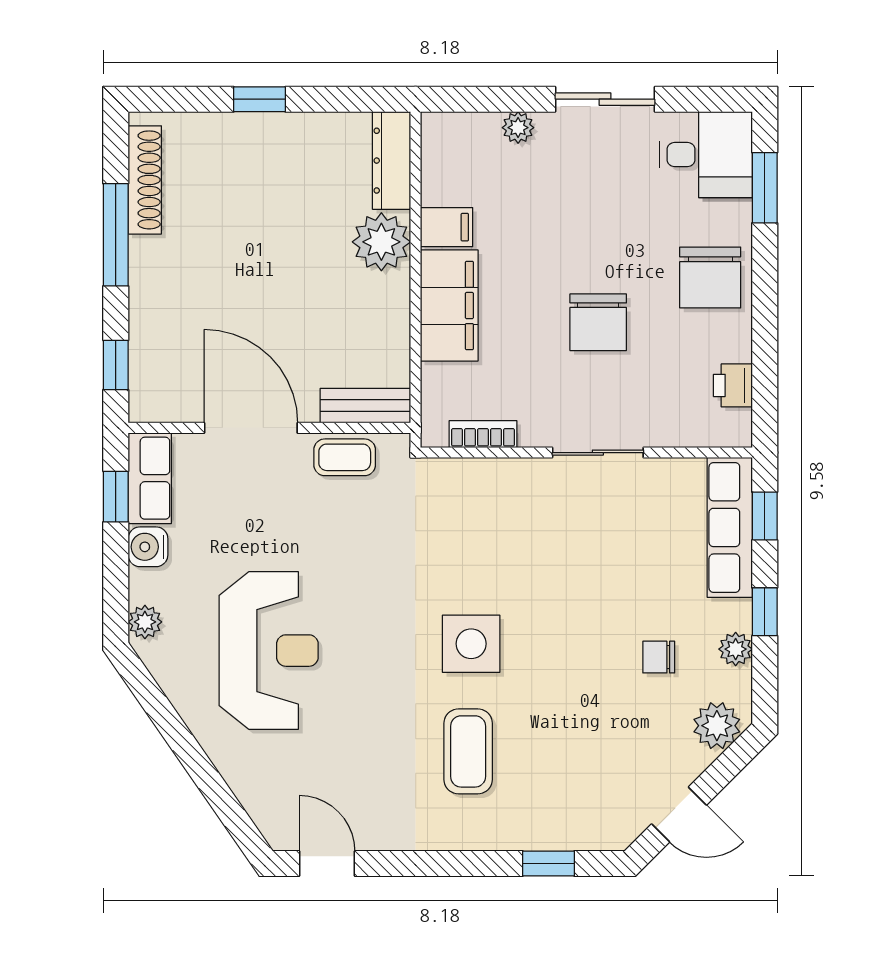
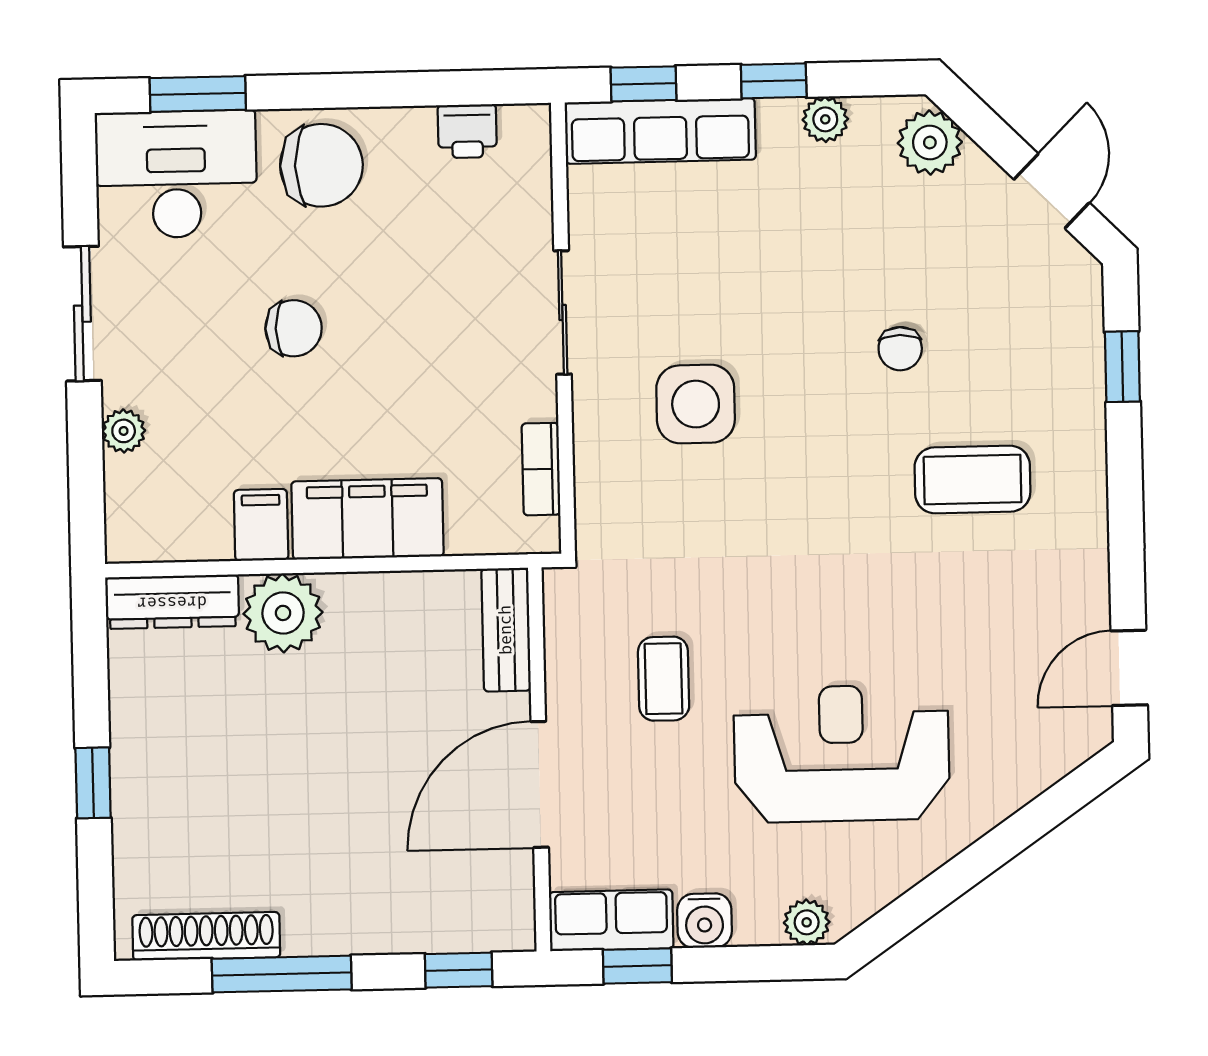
desk: (706, 155) -> (176, 174), width x1.37
chair: (598, 322) -> (294, 328), moved, width x0.73, depth x0.73
coffee table: (345, 457) -> (664, 679), moved
side table: (471, 644) -> (696, 404), moved
chair: (659, 657) -> (900, 349), moved

